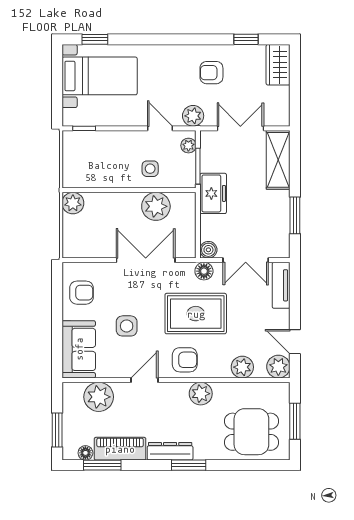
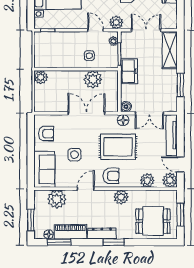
tv unit: (281, 285) -> (172, 135), width x1.41

